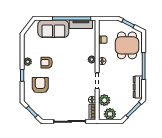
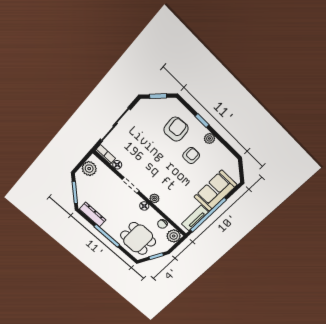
armchair: (40, 85) -> (176, 129), turned -95
plant: (104, 100) -> (174, 236), moved

